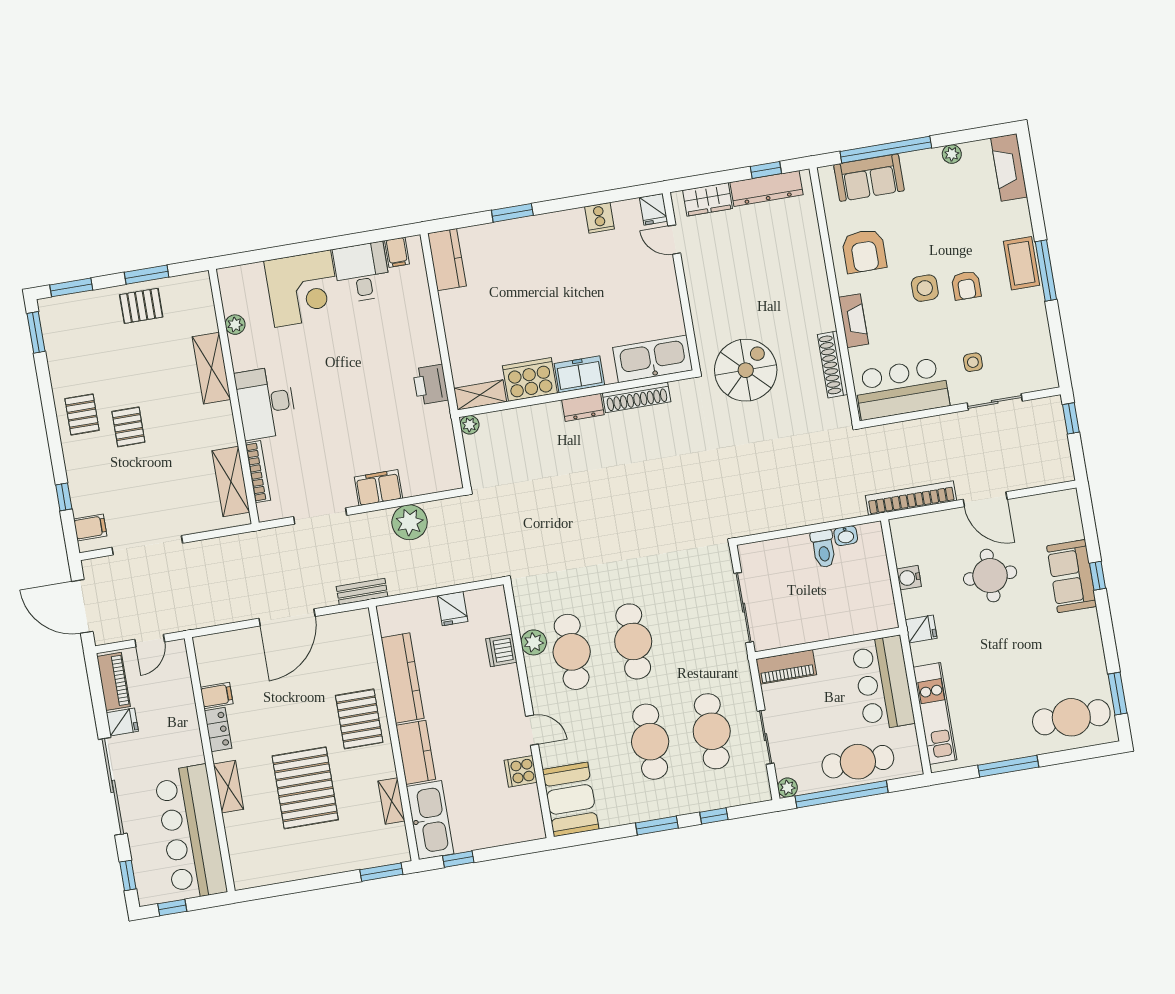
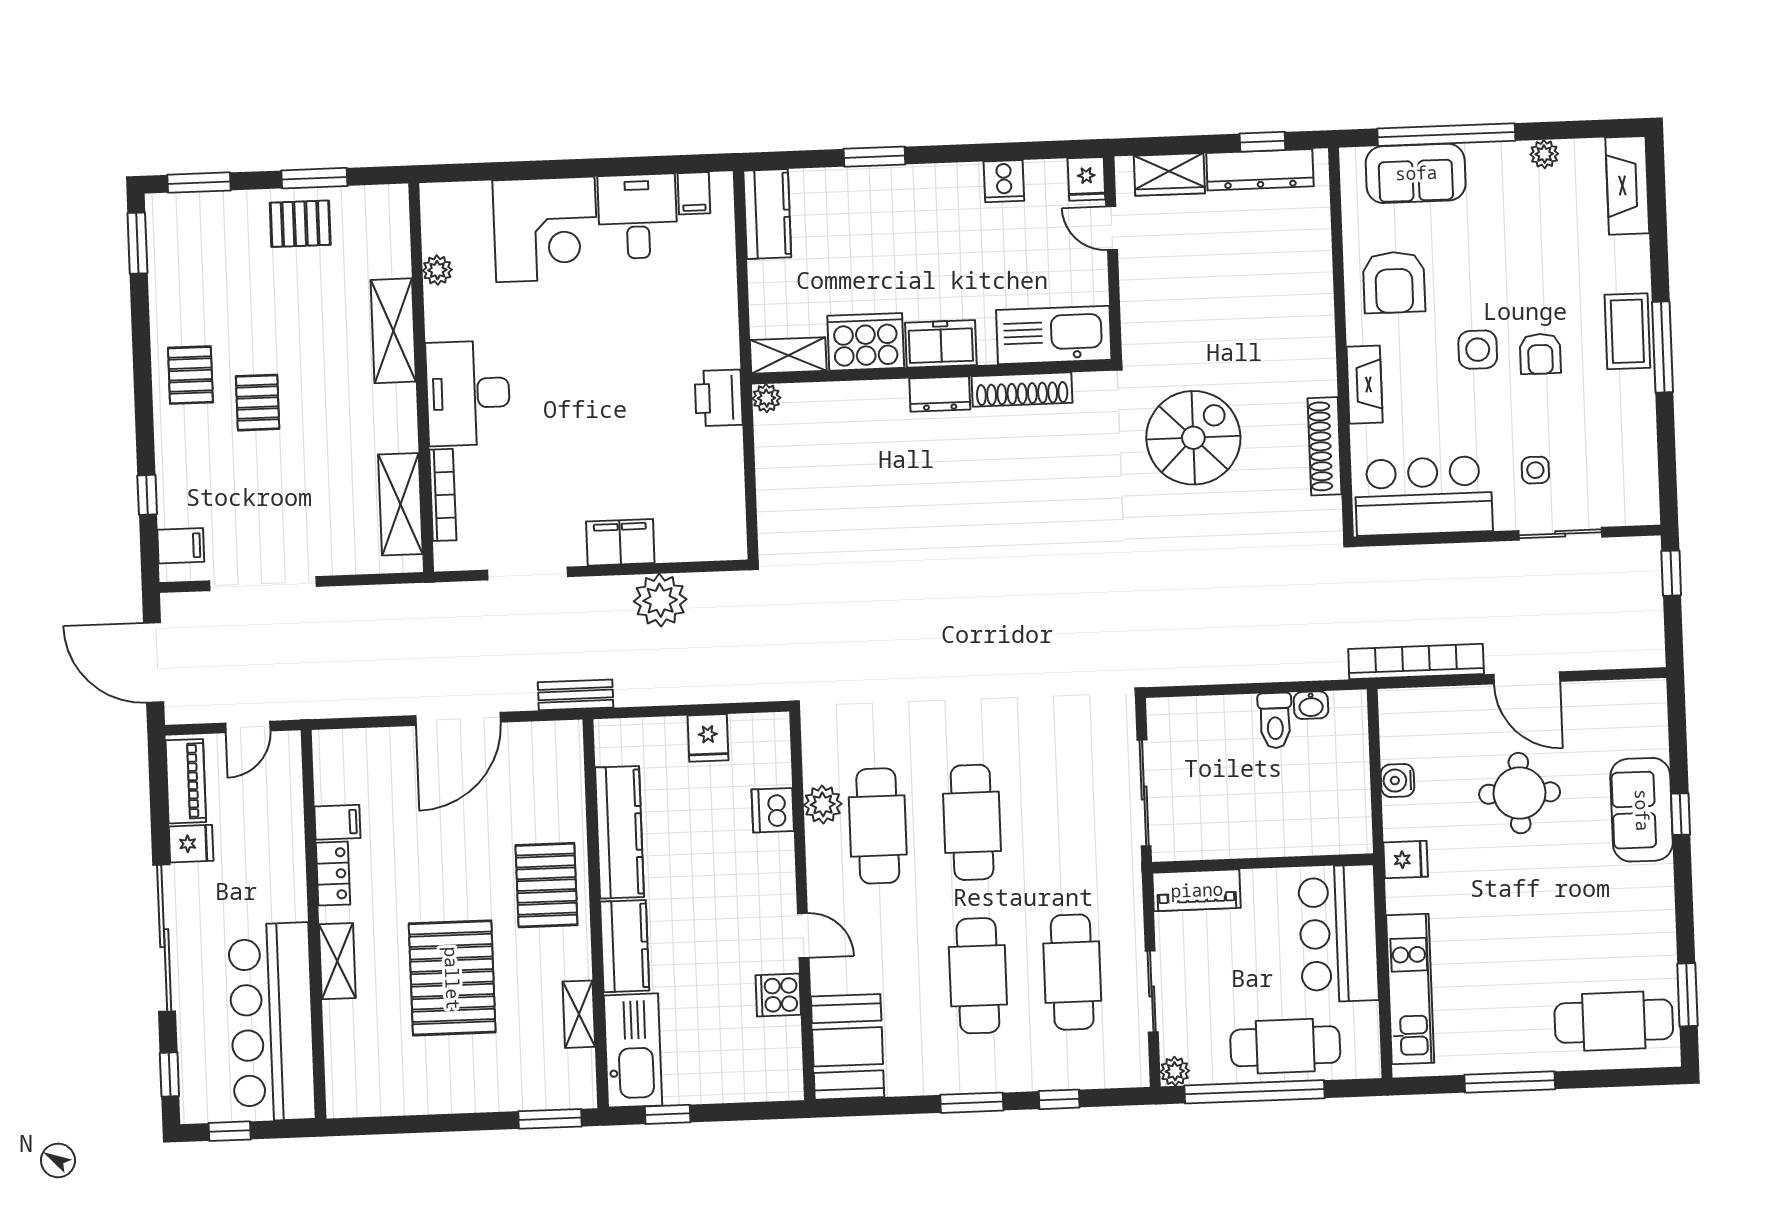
kitchen sink: (653, 359) -> (1054, 335), moved
freezer: (579, 374) -> (941, 344), moved
cooker: (530, 379) -> (866, 342), moved
wall: (576, 394) -> (932, 372), moved
shelving: (480, 395) -> (788, 355), moved
shoe rack: (637, 397) -> (1022, 390), moved
dresser: (583, 407) -> (940, 394), moved
plant: (470, 425) -> (766, 398), moved

